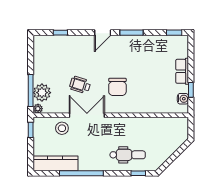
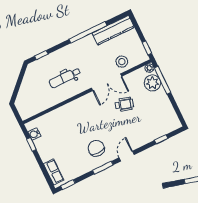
row of seats: (182, 71) -> (54, 172), moved
chair: (117, 87) -> (96, 148), moved
dental chair: (128, 155) -> (65, 78), moved

